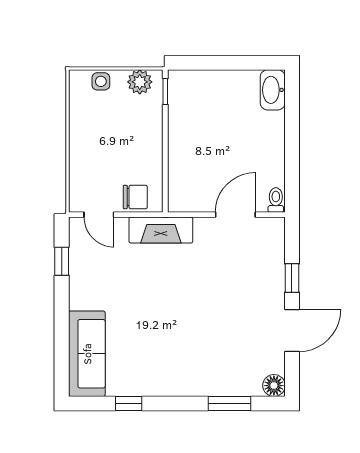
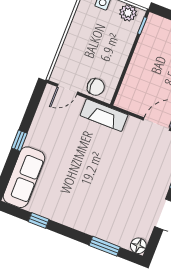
door: (99, 215) -> (67, 89), hinge flipped
window: (62, 261) -> (19, 141), moved

